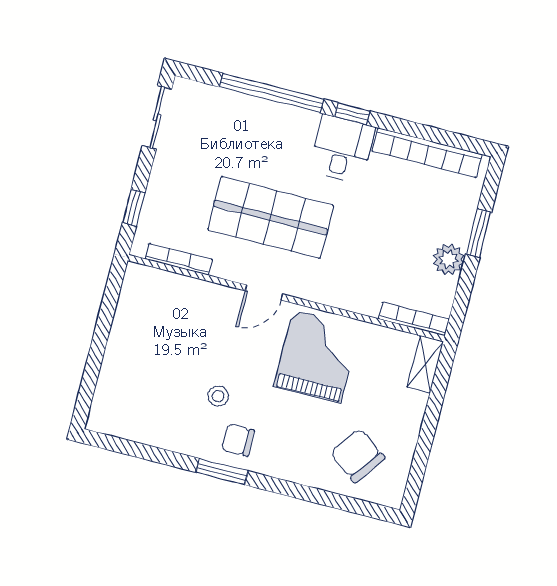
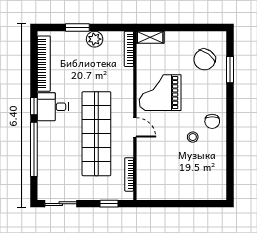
shop shelf: (271, 218) -> (96, 134), width x1.40
window: (222, 472) -> (230, 70), moved

